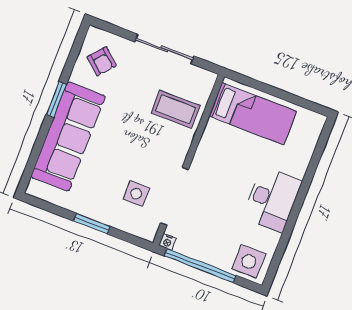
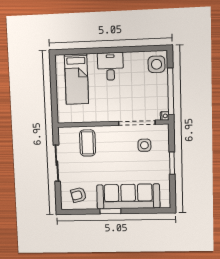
armchair: (102, 61) -> (79, 195), turned -144
bed: (253, 114) -> (76, 79), moved, turned 180
desk: (272, 199) -> (110, 66), width x0.73

